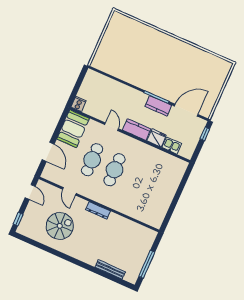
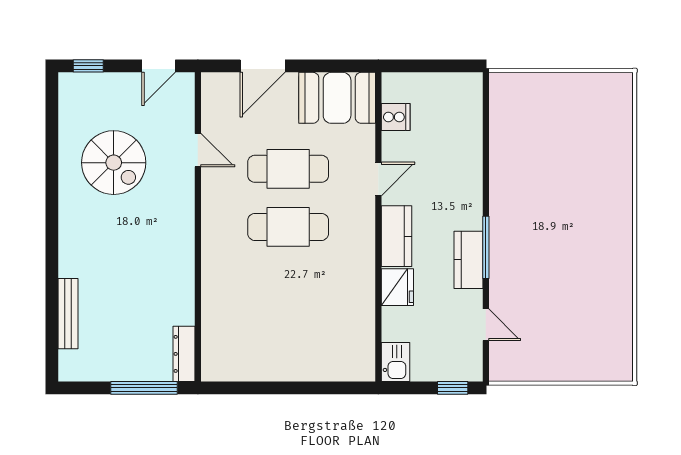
cooker: (79, 104) -> (396, 117), moved
door: (186, 110) -> (486, 325), width x0.53
kitchen sink: (172, 146) -> (396, 362), moved
door: (69, 191) -> (198, 150), swing flipped
dresser: (98, 210) -> (184, 354), moved
window: (147, 264) -> (144, 388), moved

